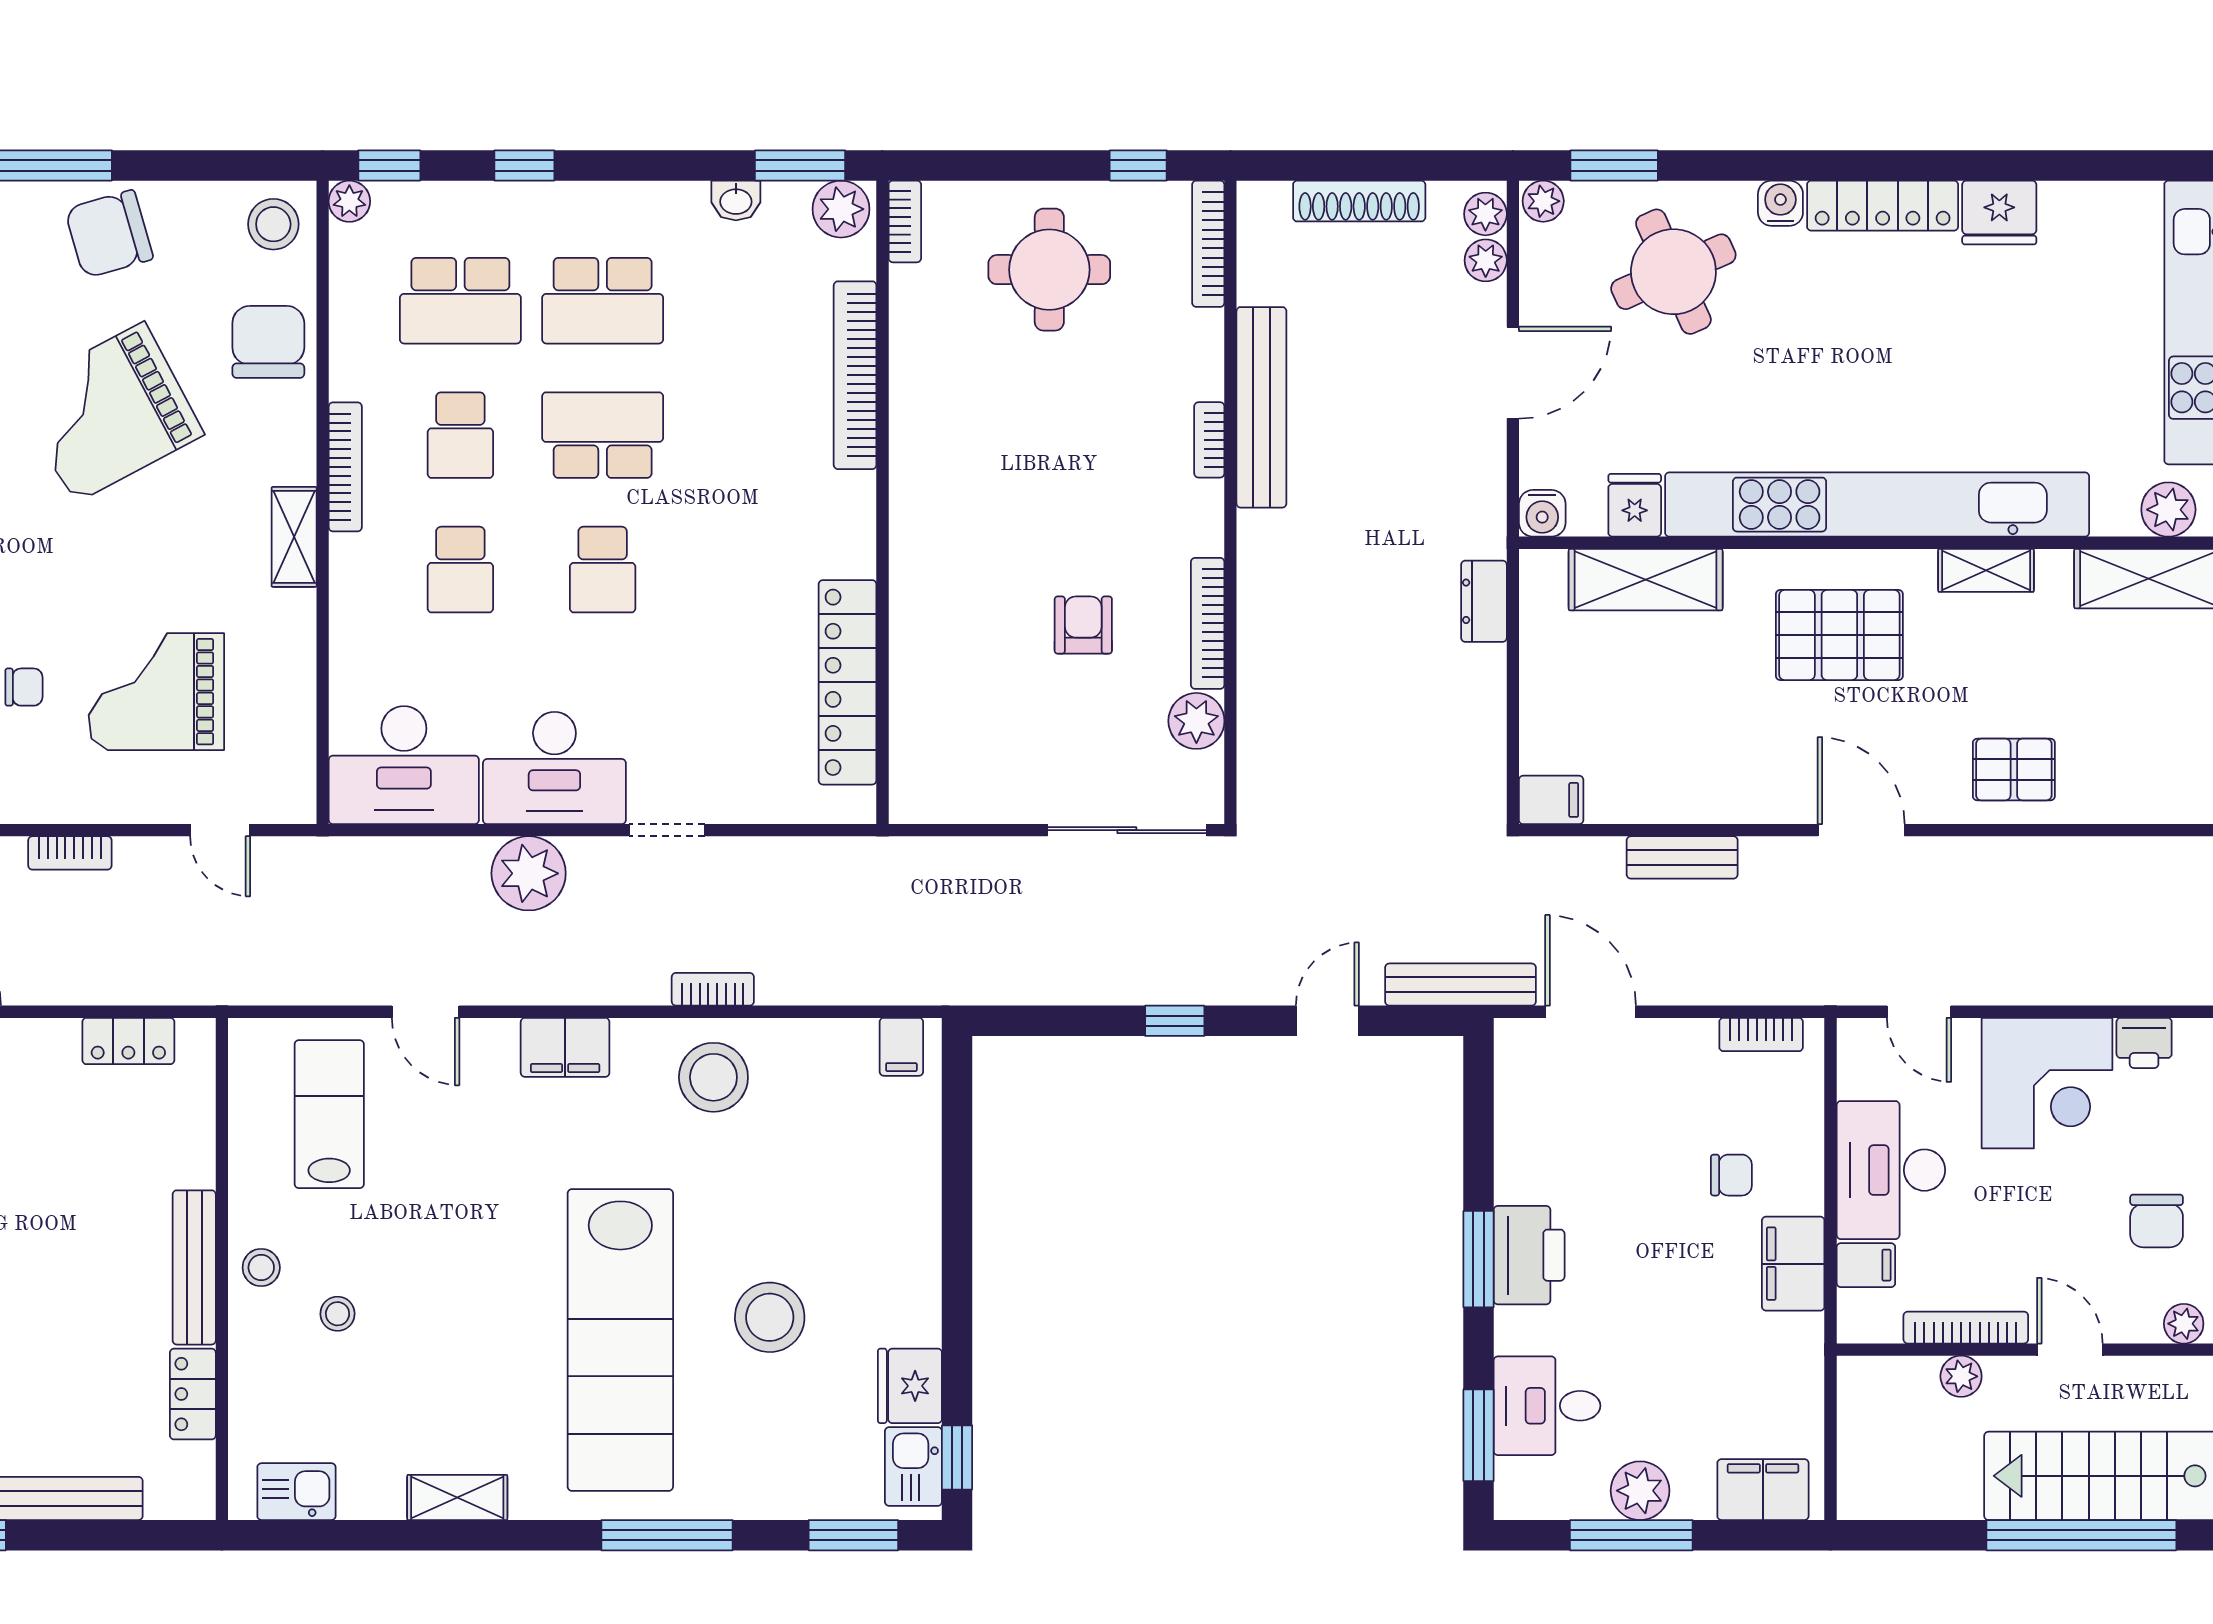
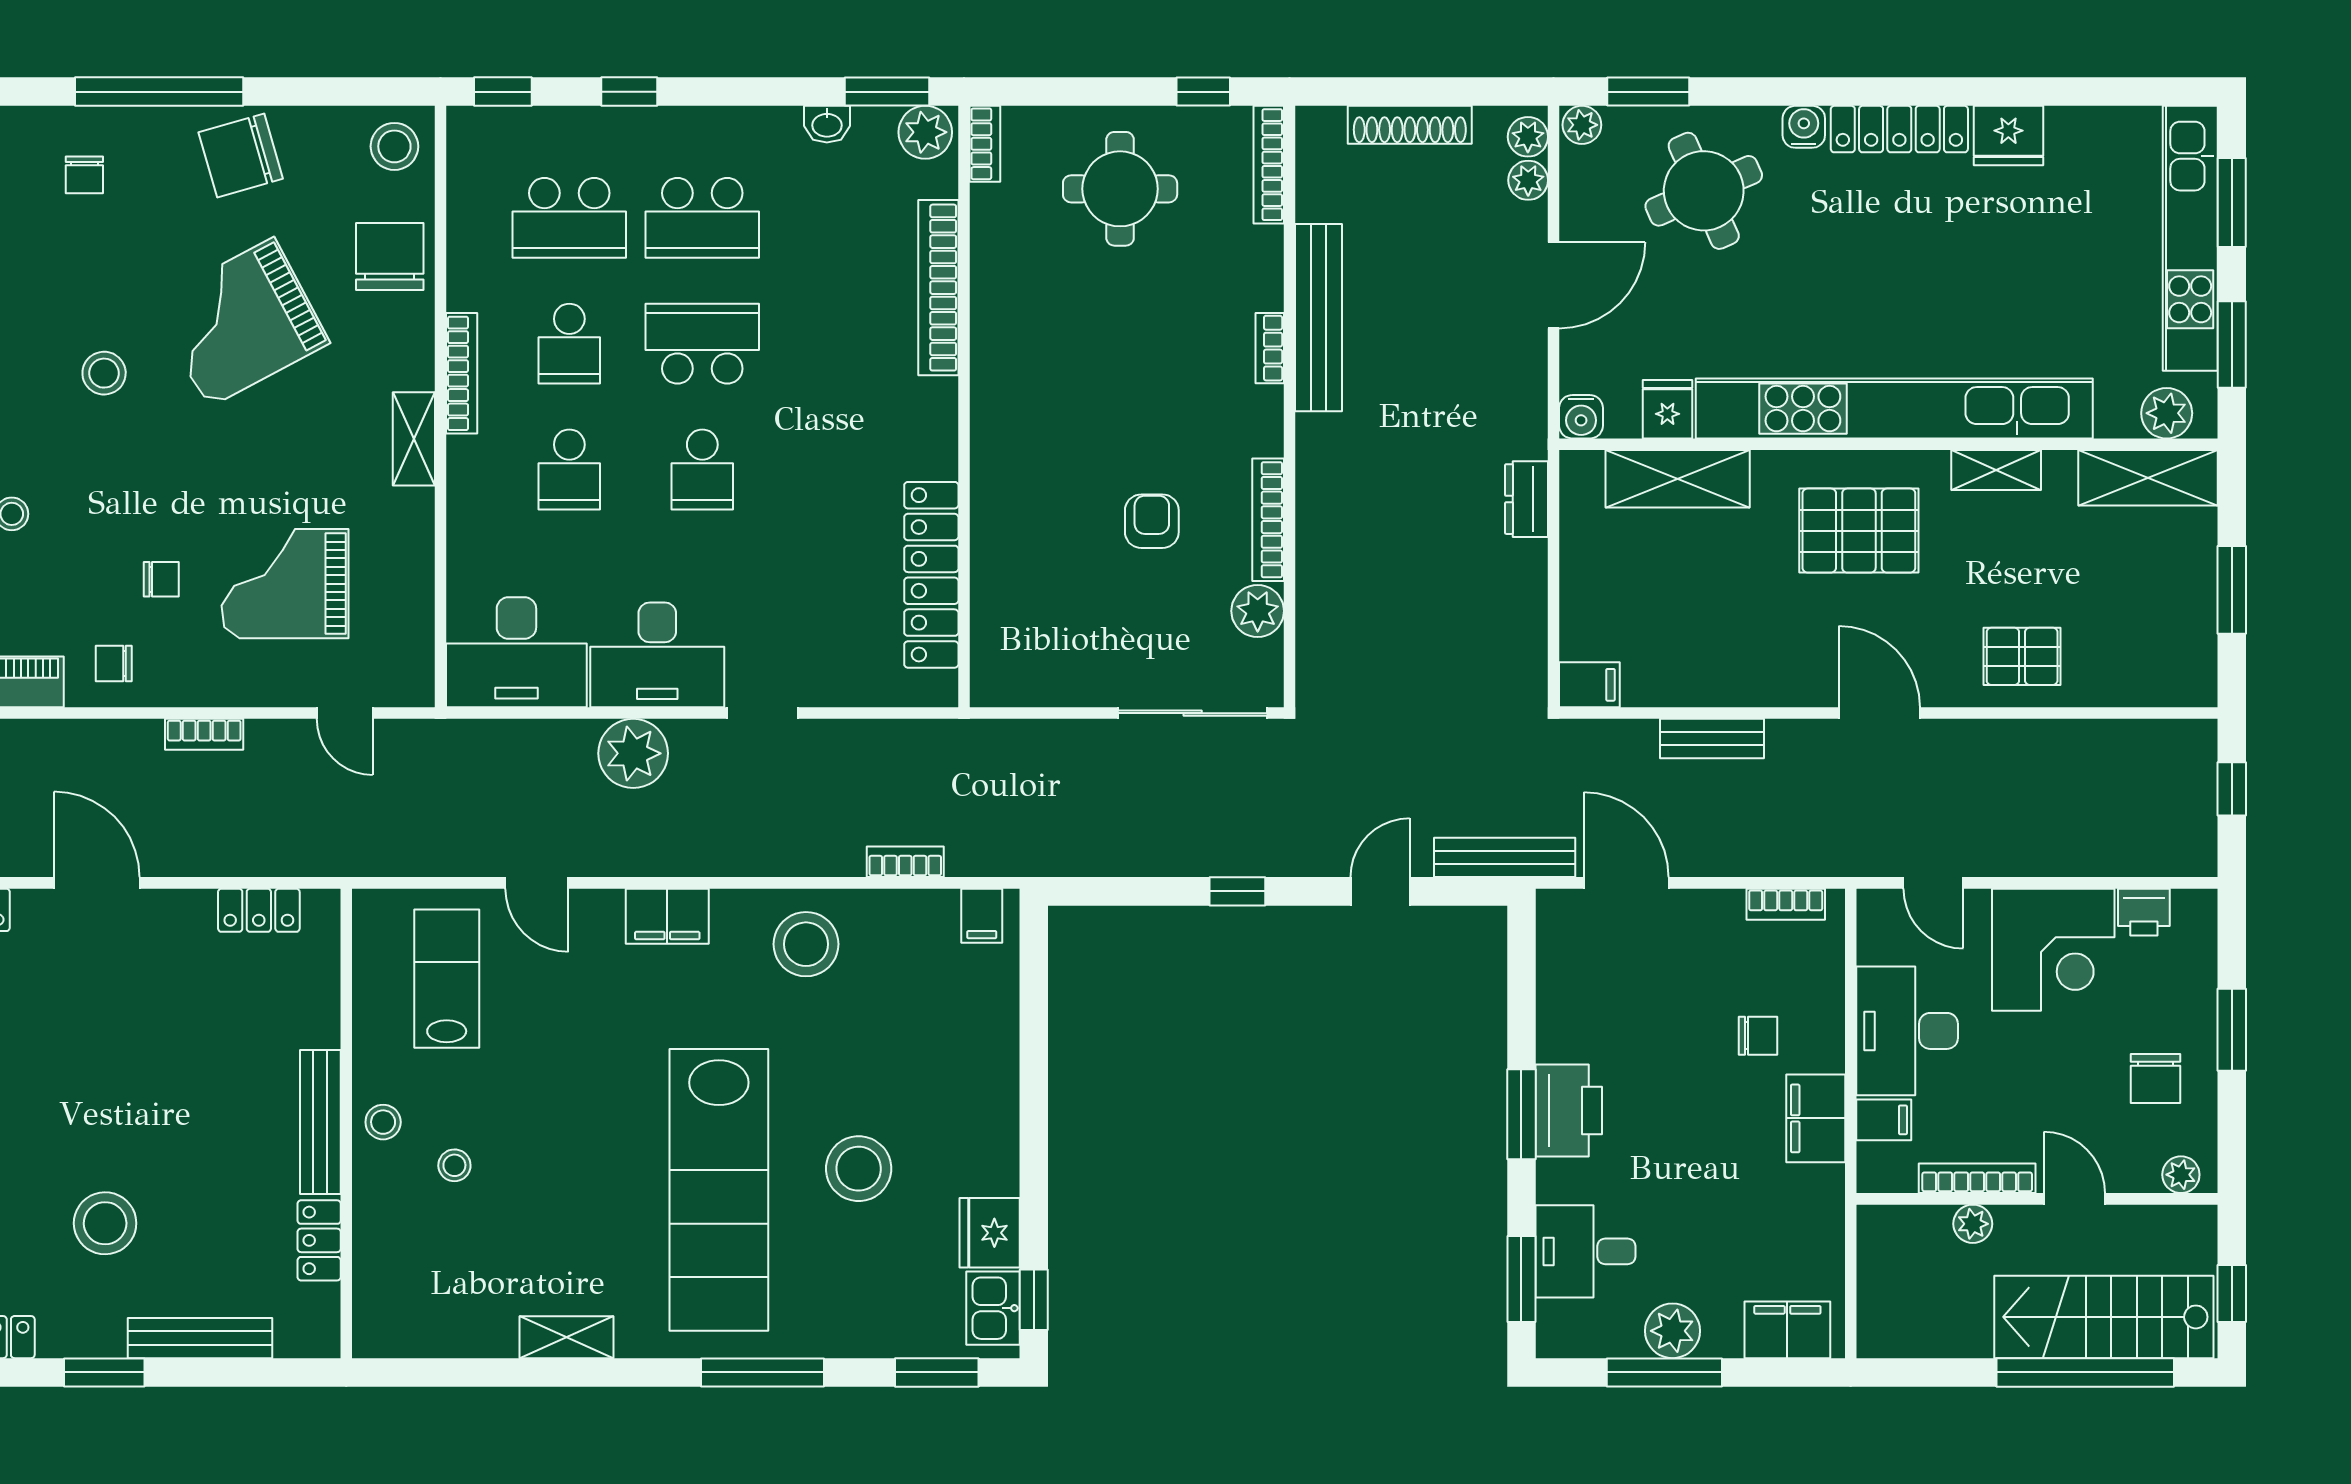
plant: (349, 201) -> (466, 125), removed
bookcase: (713, 989) -> (905, 862), moved
kitchen sink: (296, 1492) -> (416, 1332), removed

